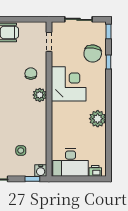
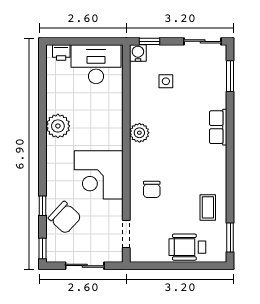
chair: (93, 54) -> (65, 218), turned 125
plant: (40, 95) -> (139, 133), moved

